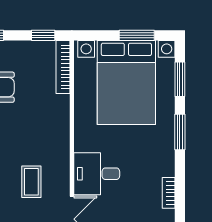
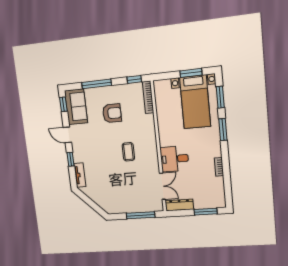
bed with nightstands: (126, 83) -> (195, 102), width x0.73
coffee table: (31, 182) -> (128, 152), moved

